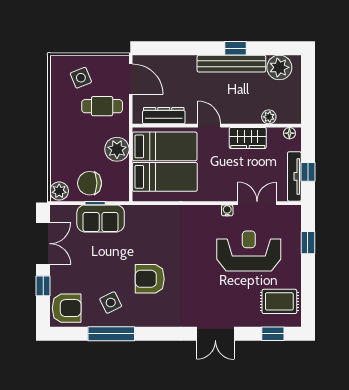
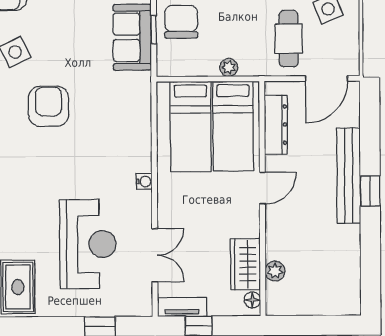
window: (235, 48) -> (370, 191), moved
bench: (231, 64) -> (349, 176), moved
plant: (279, 67) -> (344, 285), removed
wardrobe: (248, 138) -> (245, 264), moved
plant: (117, 149) -> (229, 68), width x0.53, depth x0.53
tv unit: (294, 176) -> (182, 307), width x0.71
water cooler: (227, 210) -> (144, 181), moved

